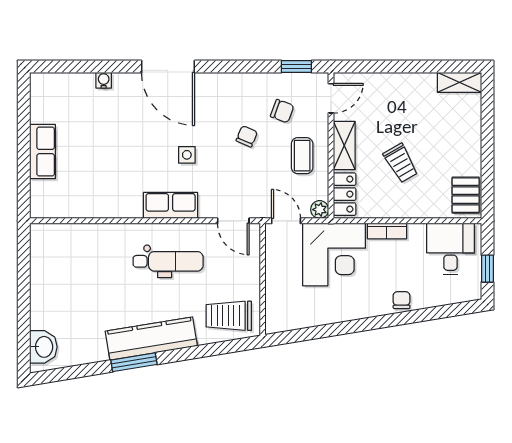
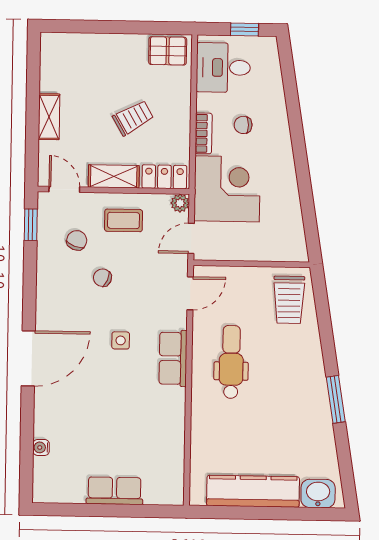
water cooler: (104, 80) -> (41, 447), moved
shelving: (460, 82) -> (49, 117), moved
chair: (402, 300) -> (243, 125), moved
kitchen counter: (151, 339) -> (253, 491), moved, turned 99

